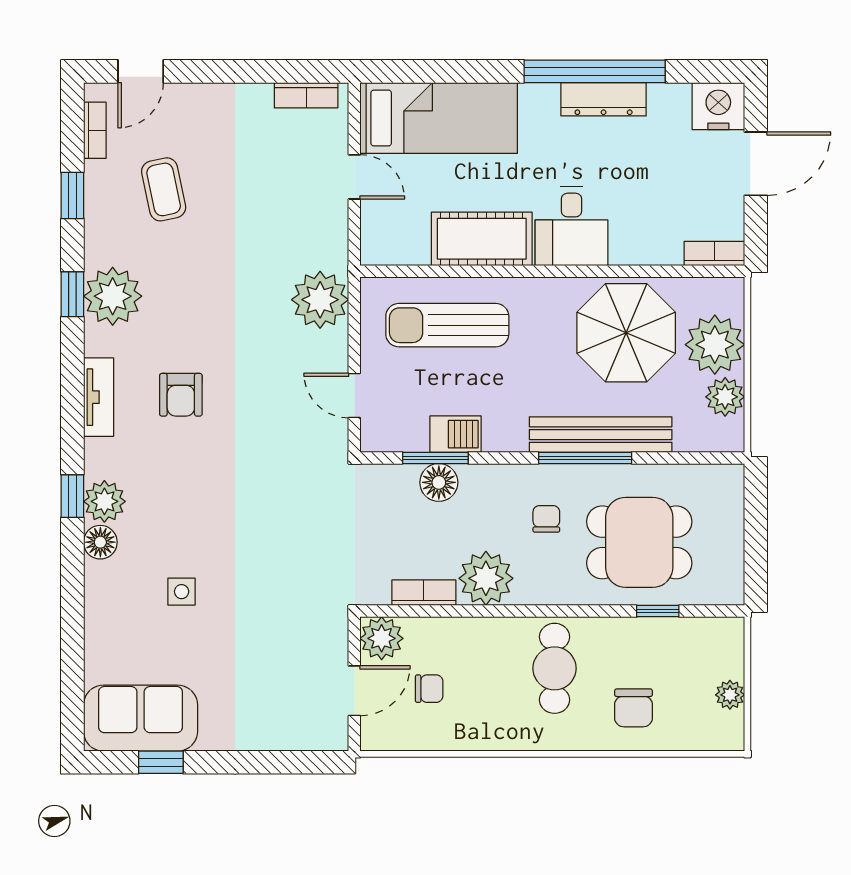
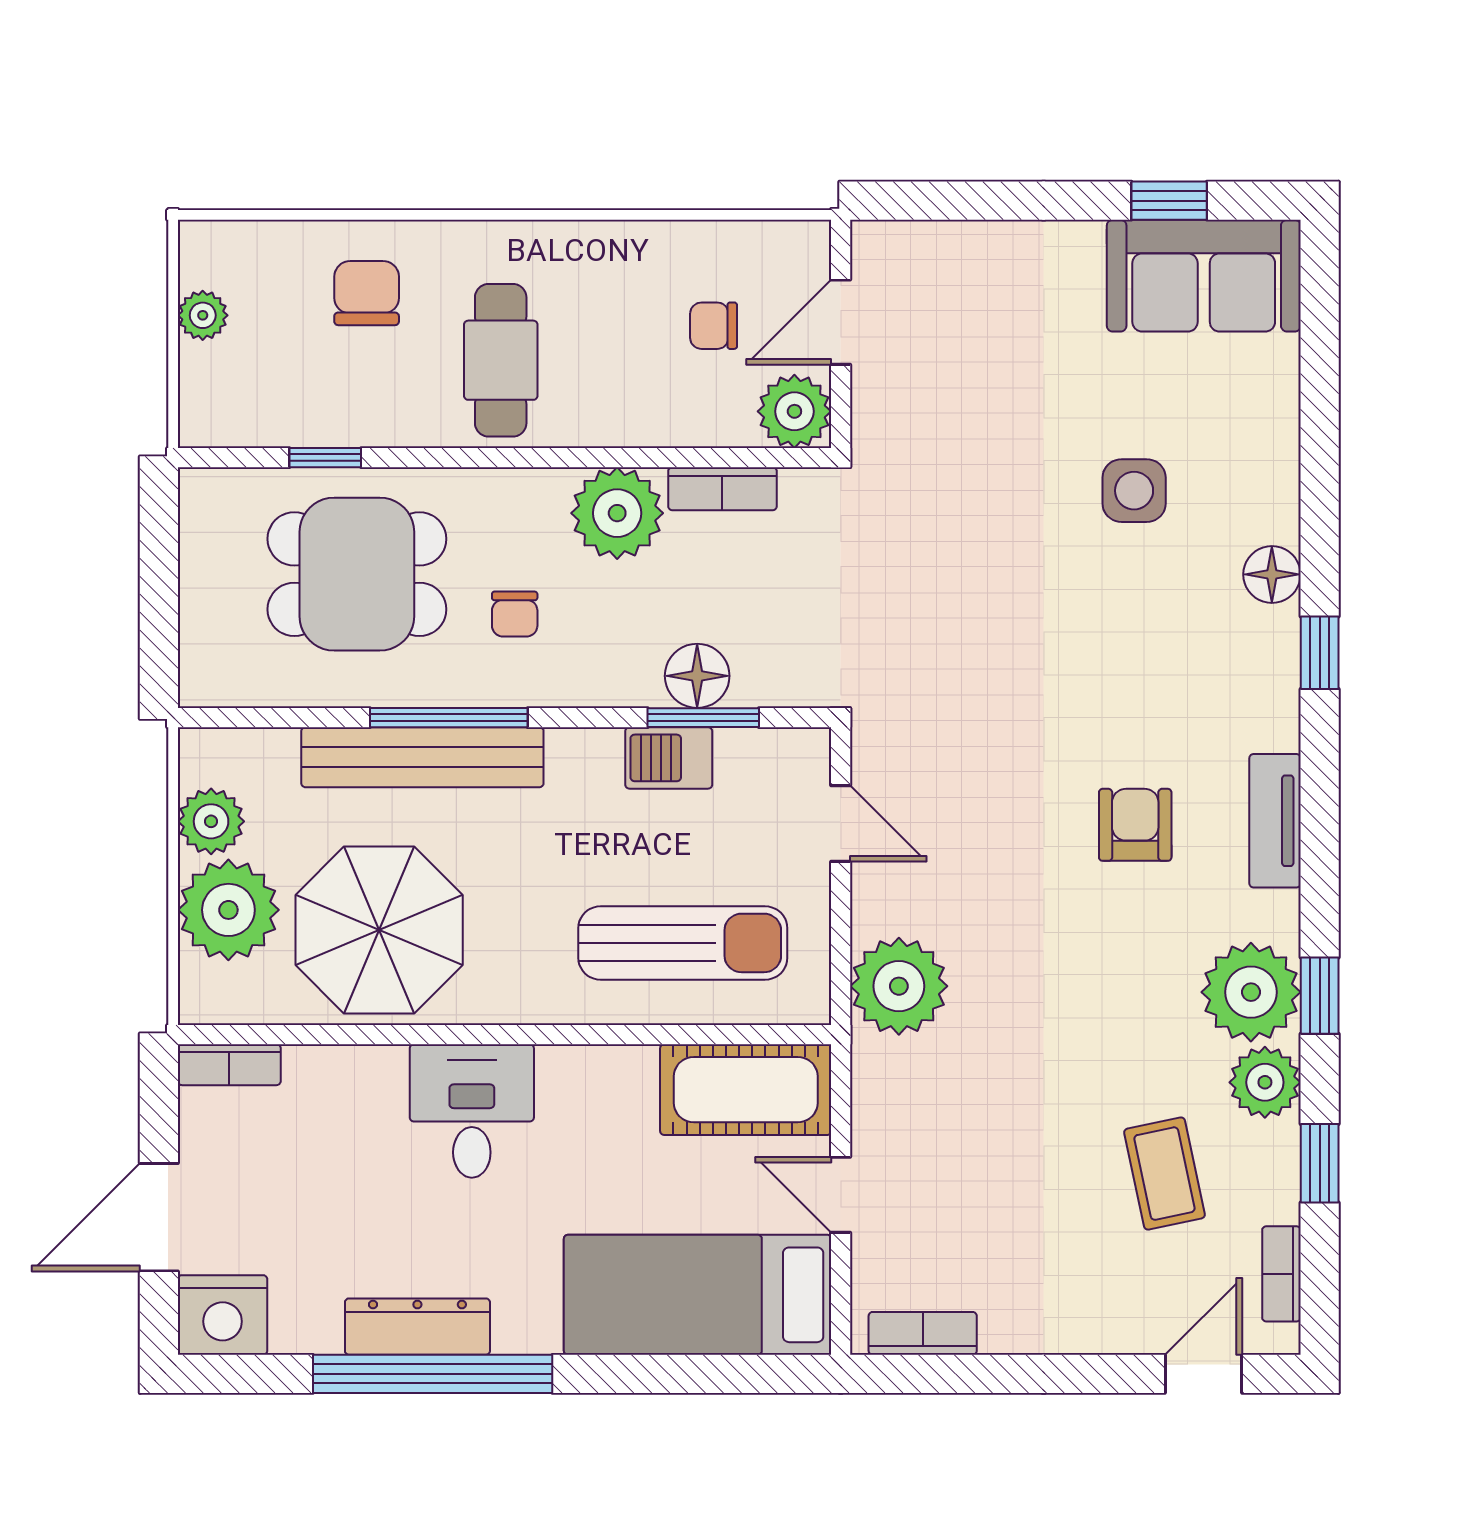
cot: (482, 239) -> (746, 1090), moved
plant: (104, 501) -> (1265, 1082), moved
side table: (182, 592) -> (1134, 491), width x1.37, depth x1.37

